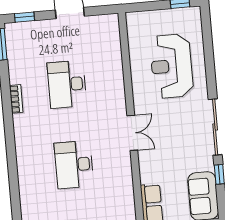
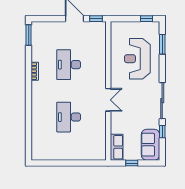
window: (25, 17) -> (96, 19), moved
window: (208, 41) -> (162, 44), added

